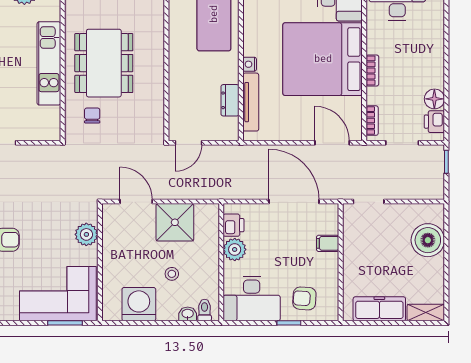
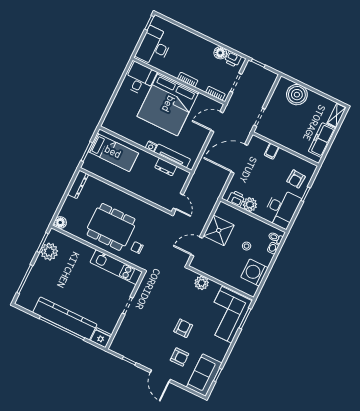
kitchen unit: (49, 63) -> (116, 267), moved

